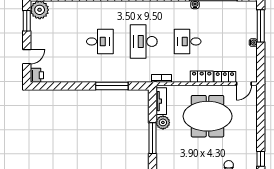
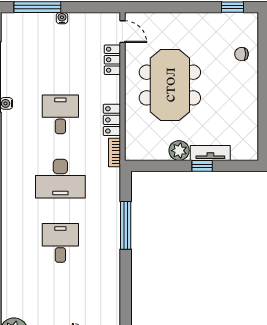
desk: (188, 41) -> (60, 114), turned 180
locker: (202, 77) -> (112, 120), moved
tv unit: (161, 101) -> (210, 153), moved
window: (152, 138) -> (202, 166), width x0.46

